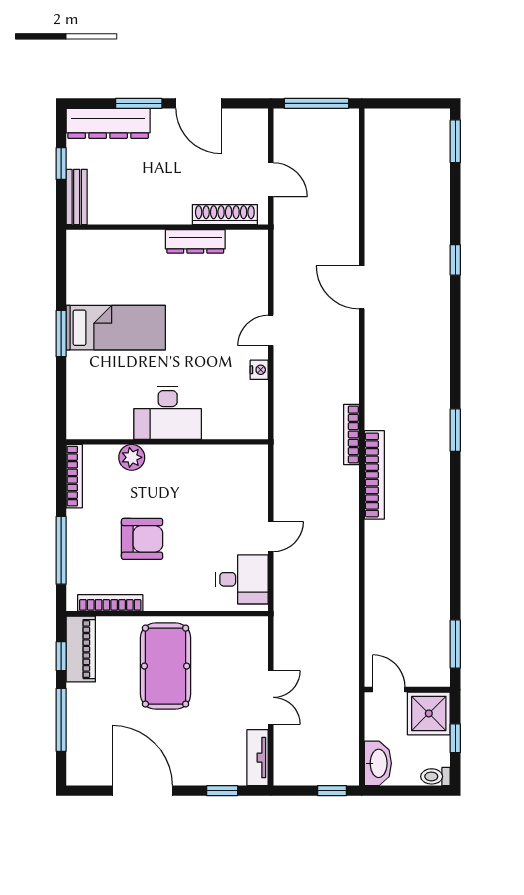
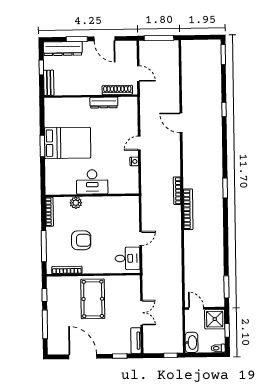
bed: (116, 328) -> (68, 143), width x1.50
piano: (81, 649) -> (54, 292), removed

